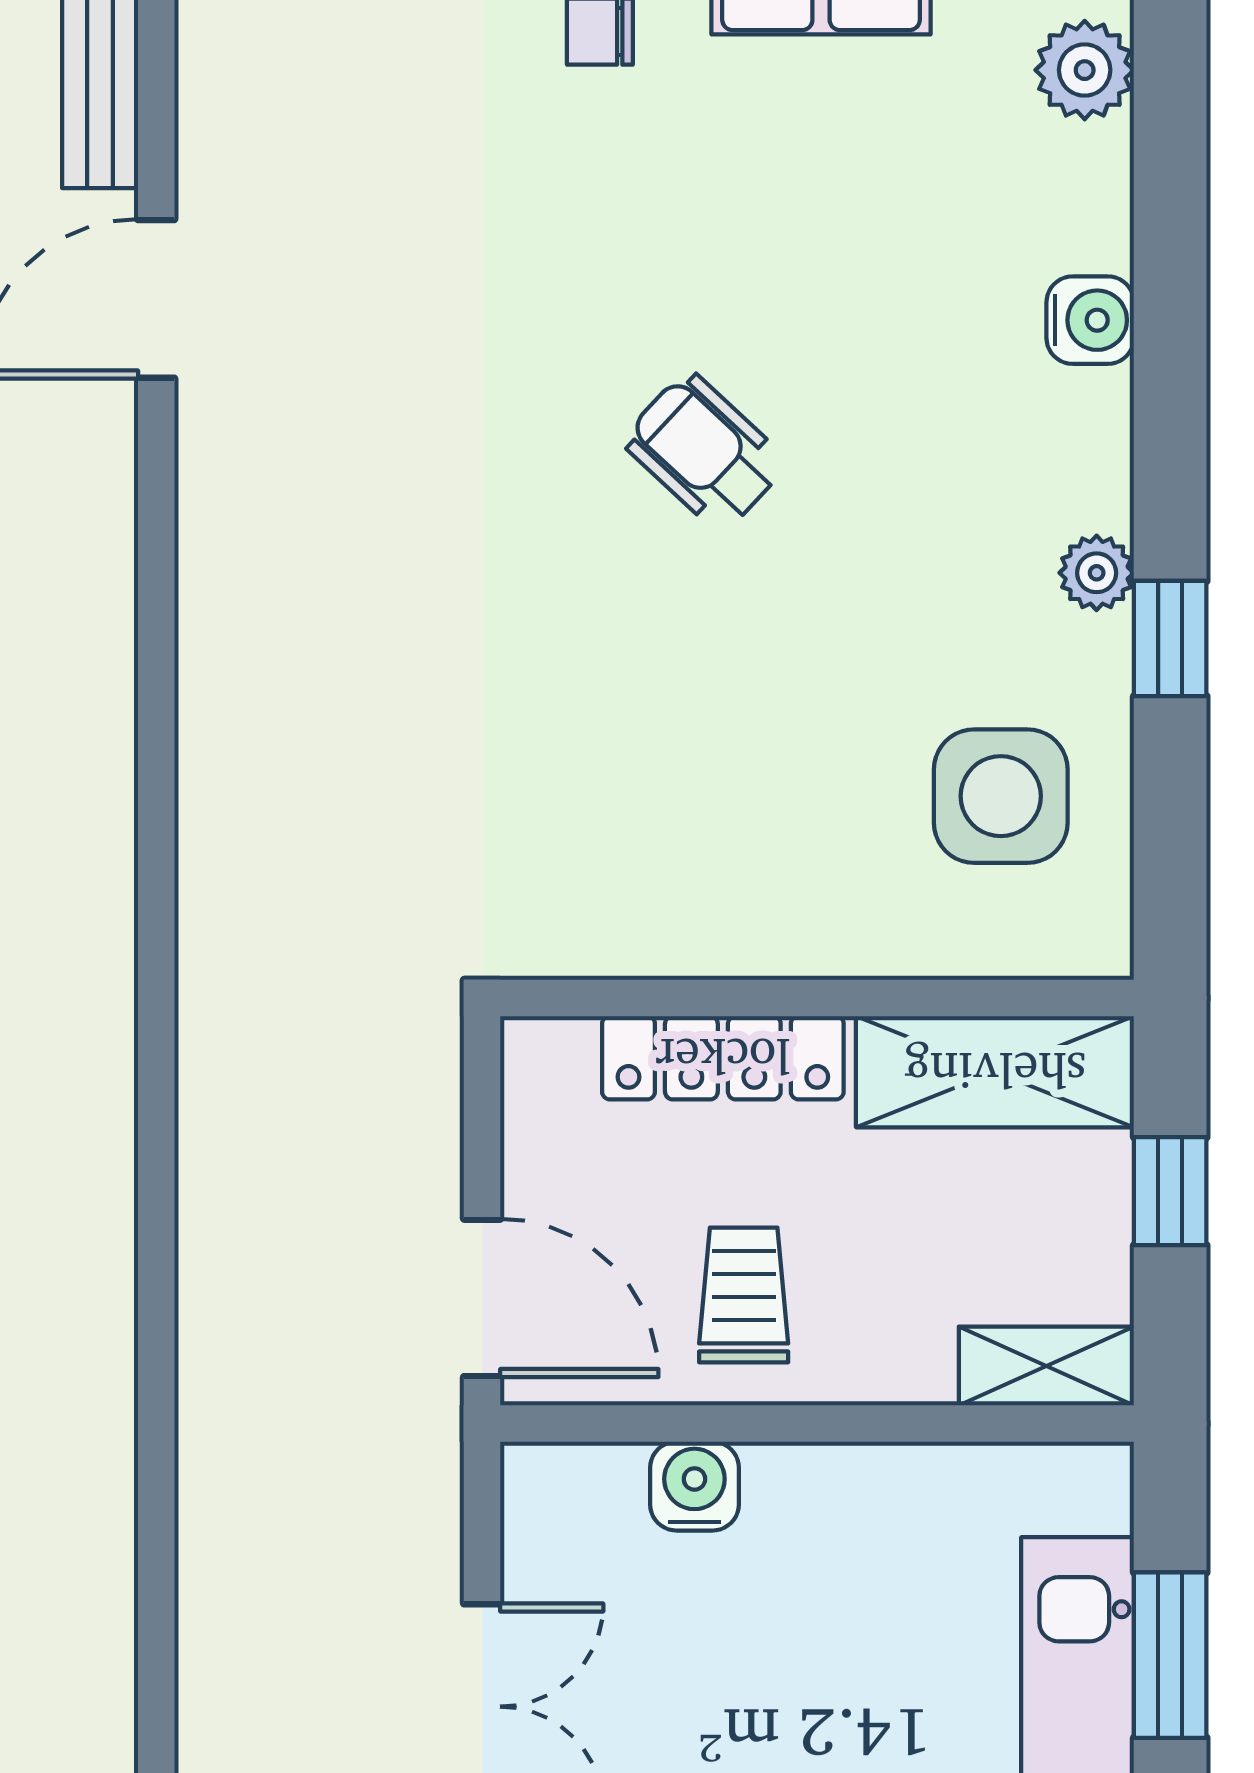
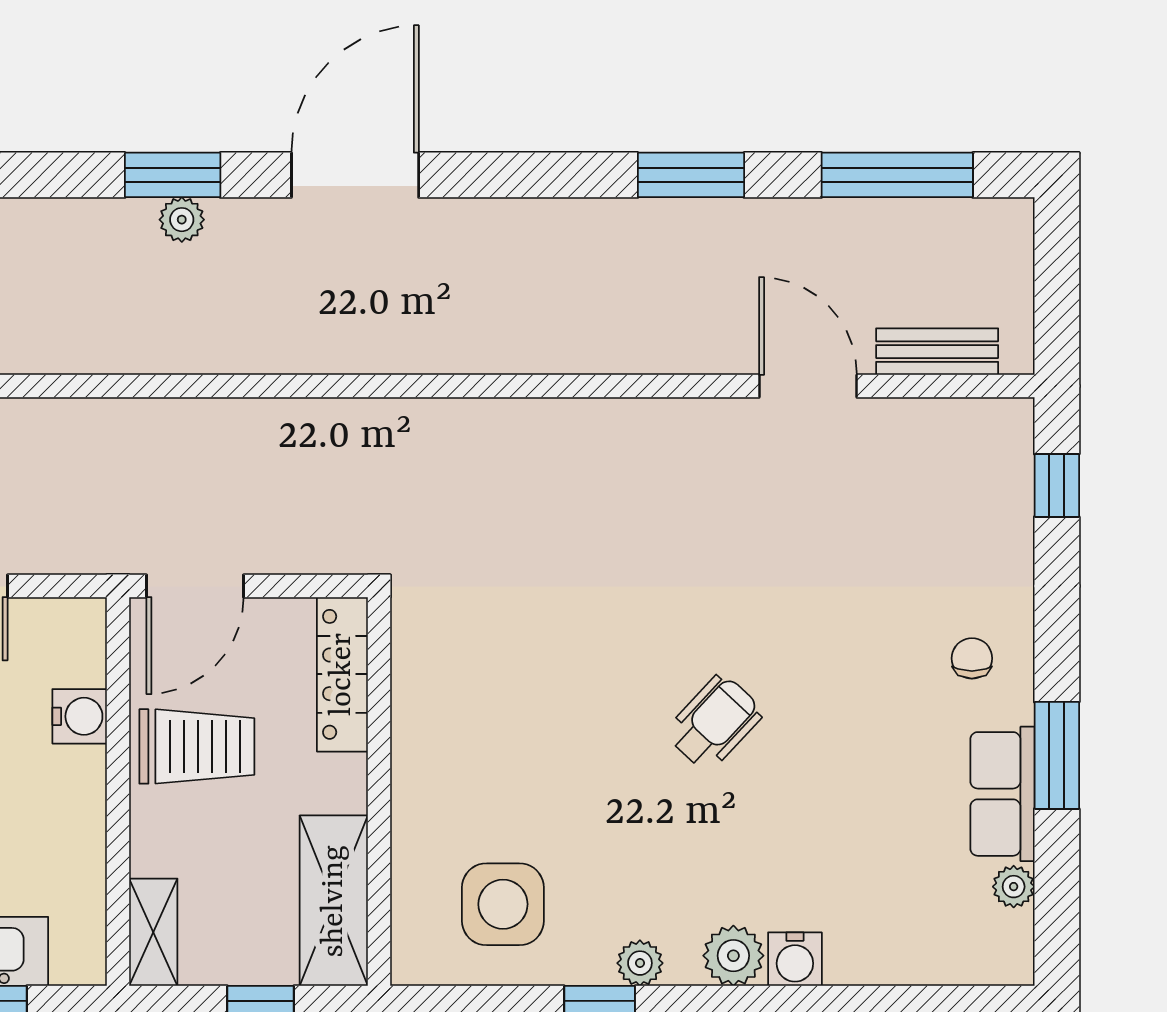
plant: (1085, 70) -> (733, 956), moved
locker: (723, 1058) -> (342, 674), moved
trolley: (744, 1295) -> (197, 746), width x1.36, depth x1.39

